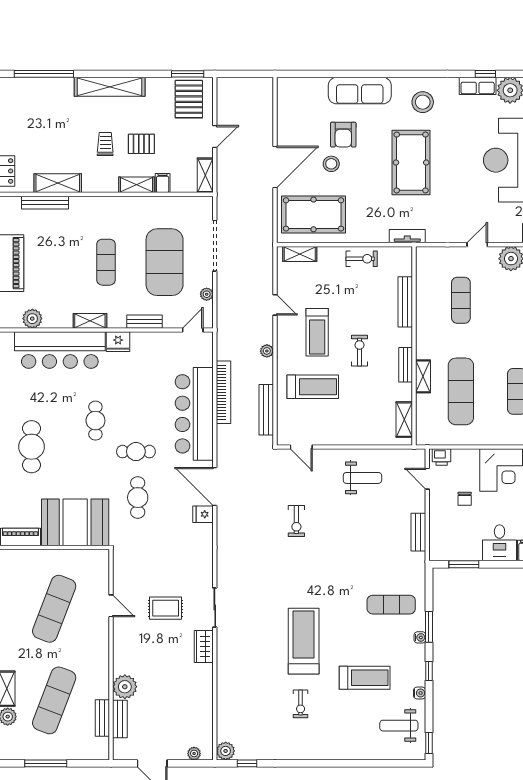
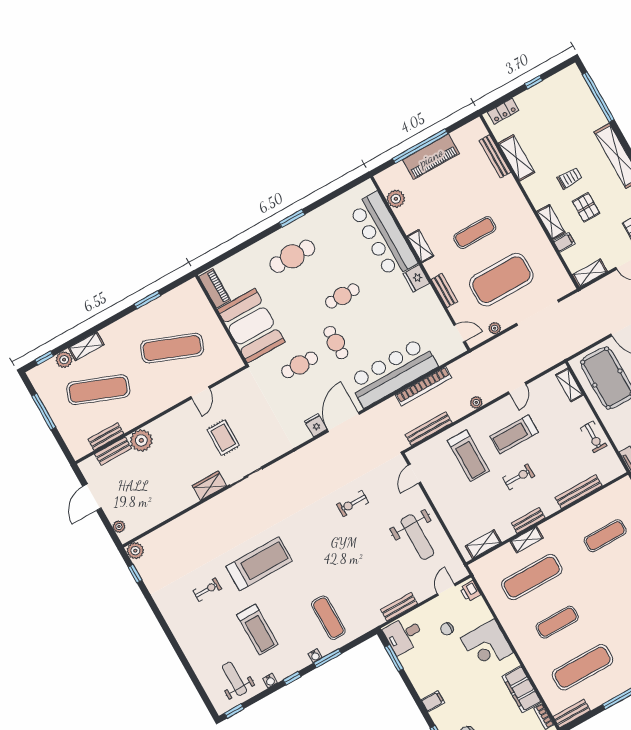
weight bench: (362, 478) -> (417, 537), width x1.36, depth x1.33
desk: (500, 543) -> (404, 635), moved
exercise bike: (301, 704) -> (207, 590), turned 180

